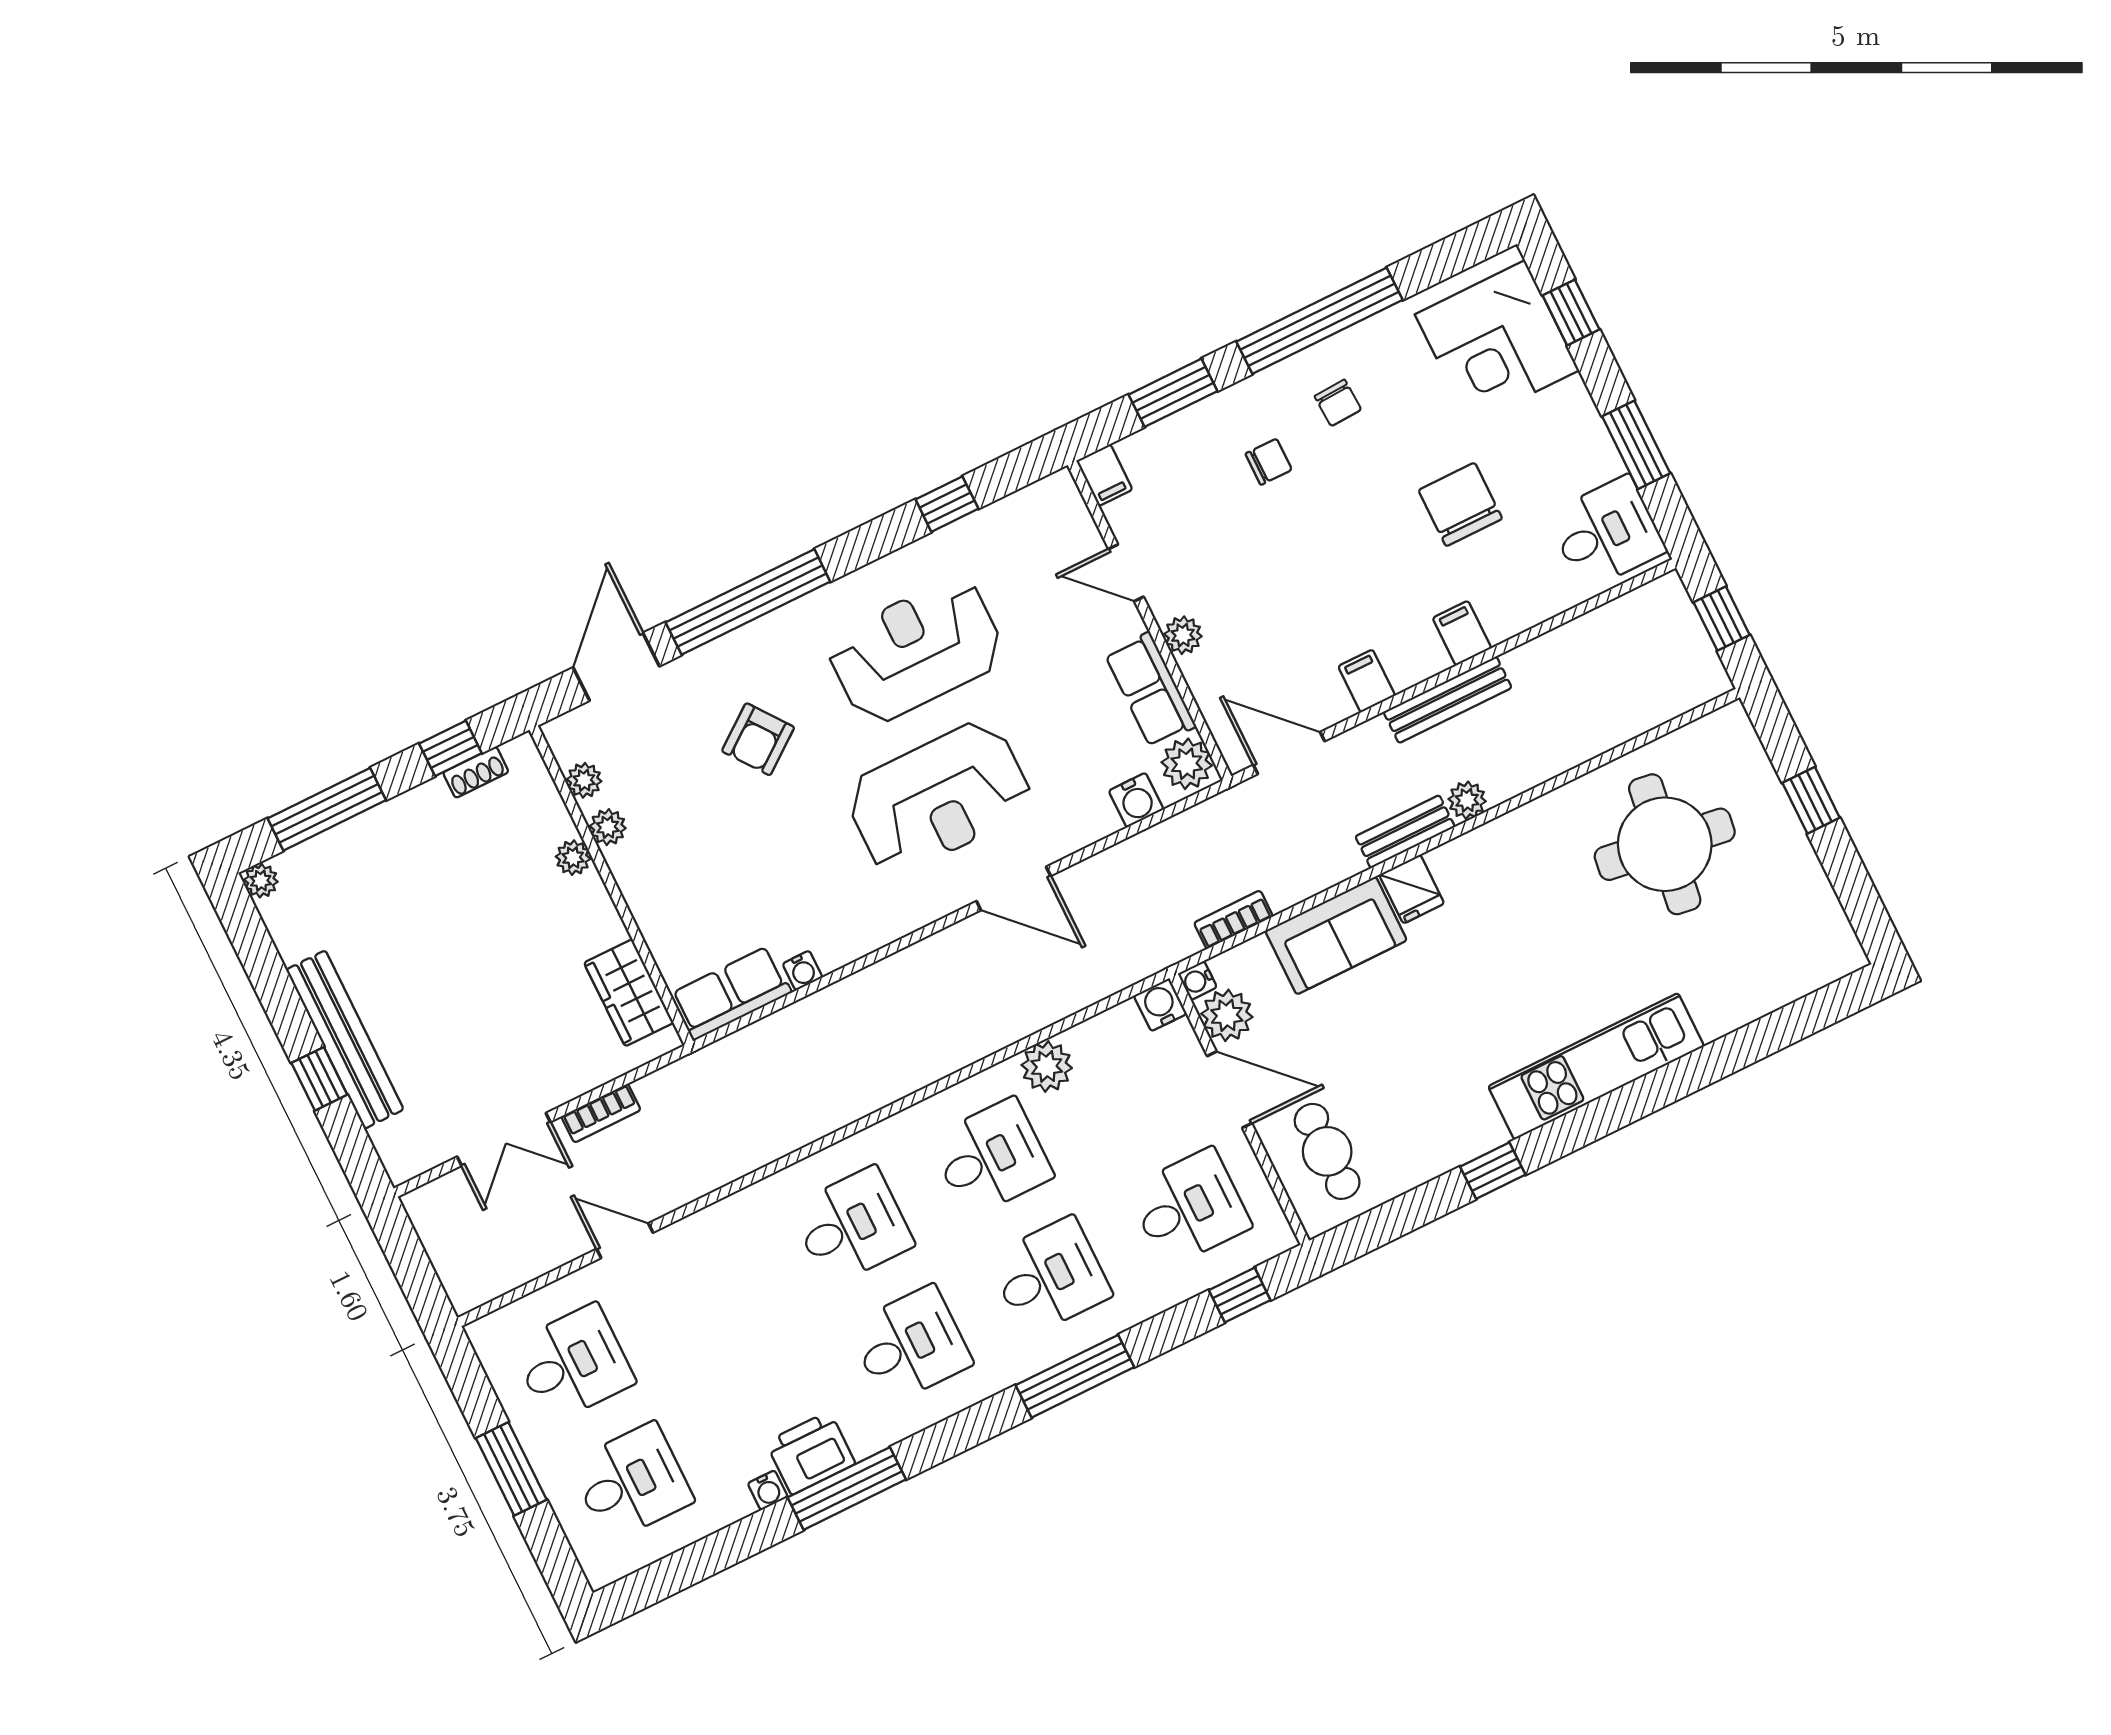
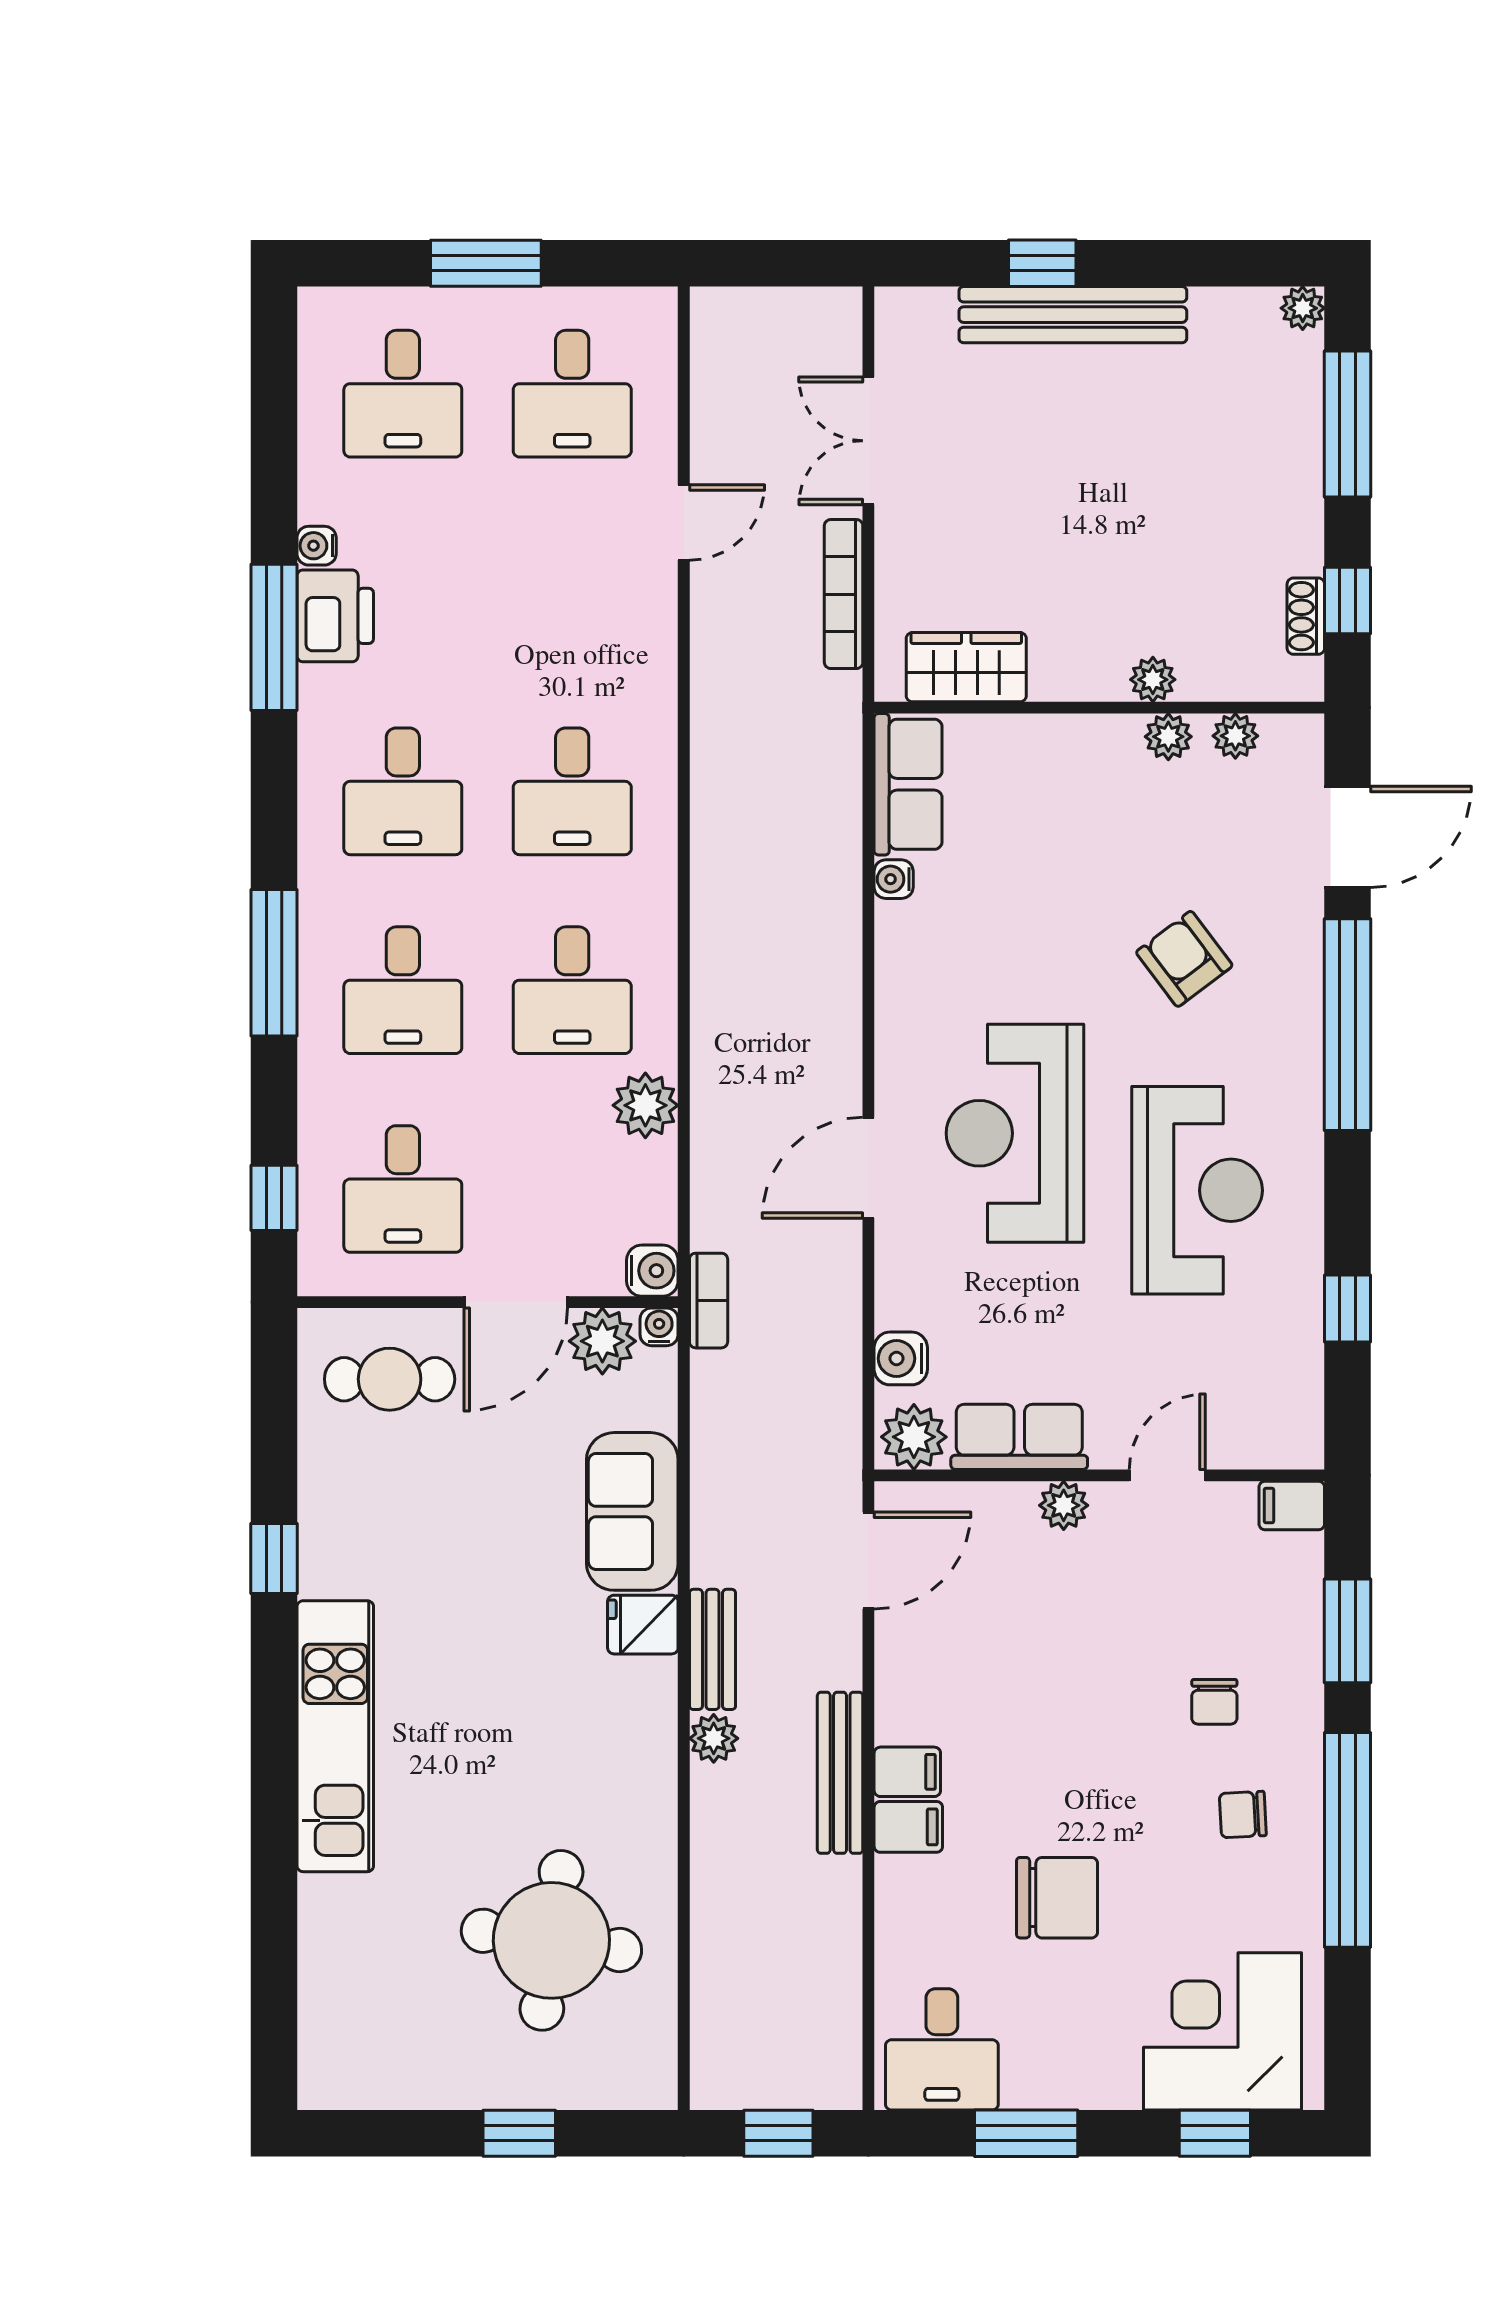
door: (616, 667) -> (1347, 837), hinge flipped
filing cabinet: (1367, 681) -> (907, 1772), moved
bookcase: (1233, 920) -> (709, 1301), moved
bookcase: (601, 1113) -> (844, 594), width x1.56

